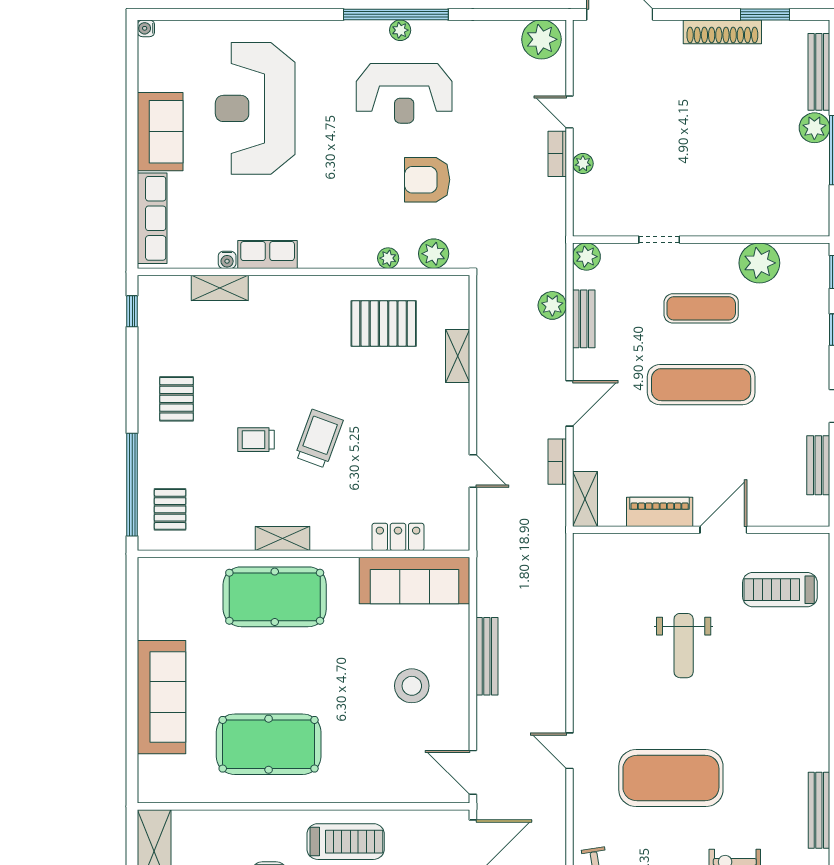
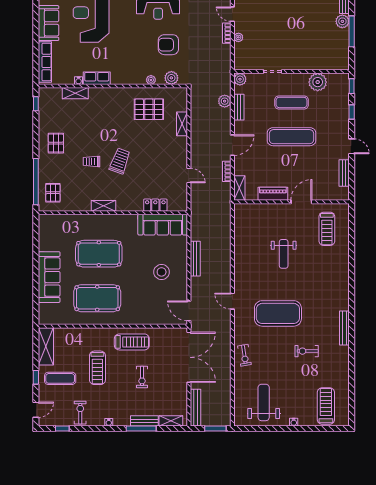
treadmill: (780, 590) -> (327, 229), turned -90
pool table: (275, 597) -> (99, 254), moved

